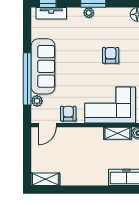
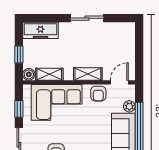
shelving: (45, 179) -> (88, 74), moved
sliding door: (80, 190) -> (87, 18), added

